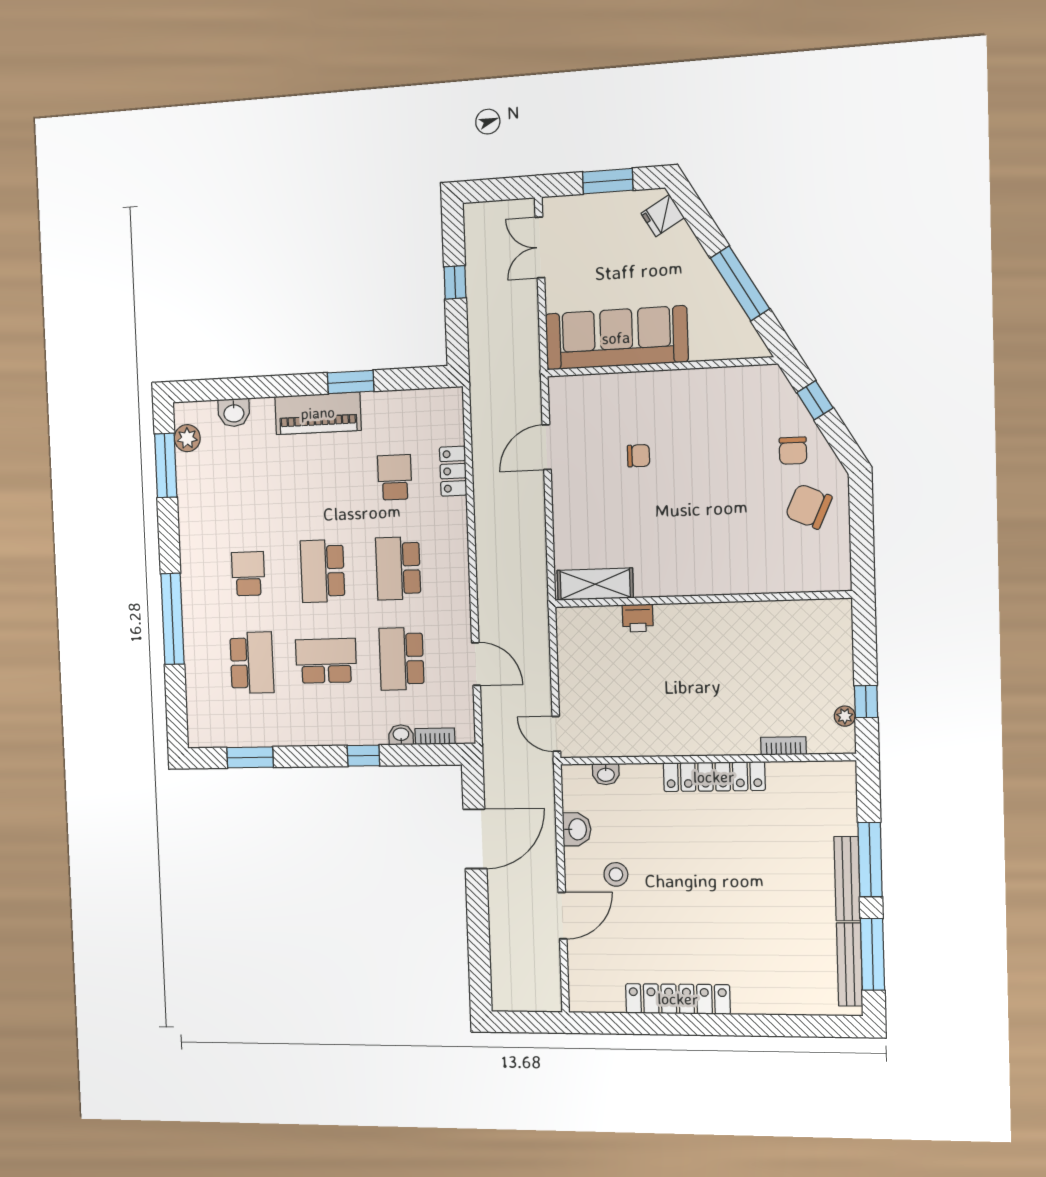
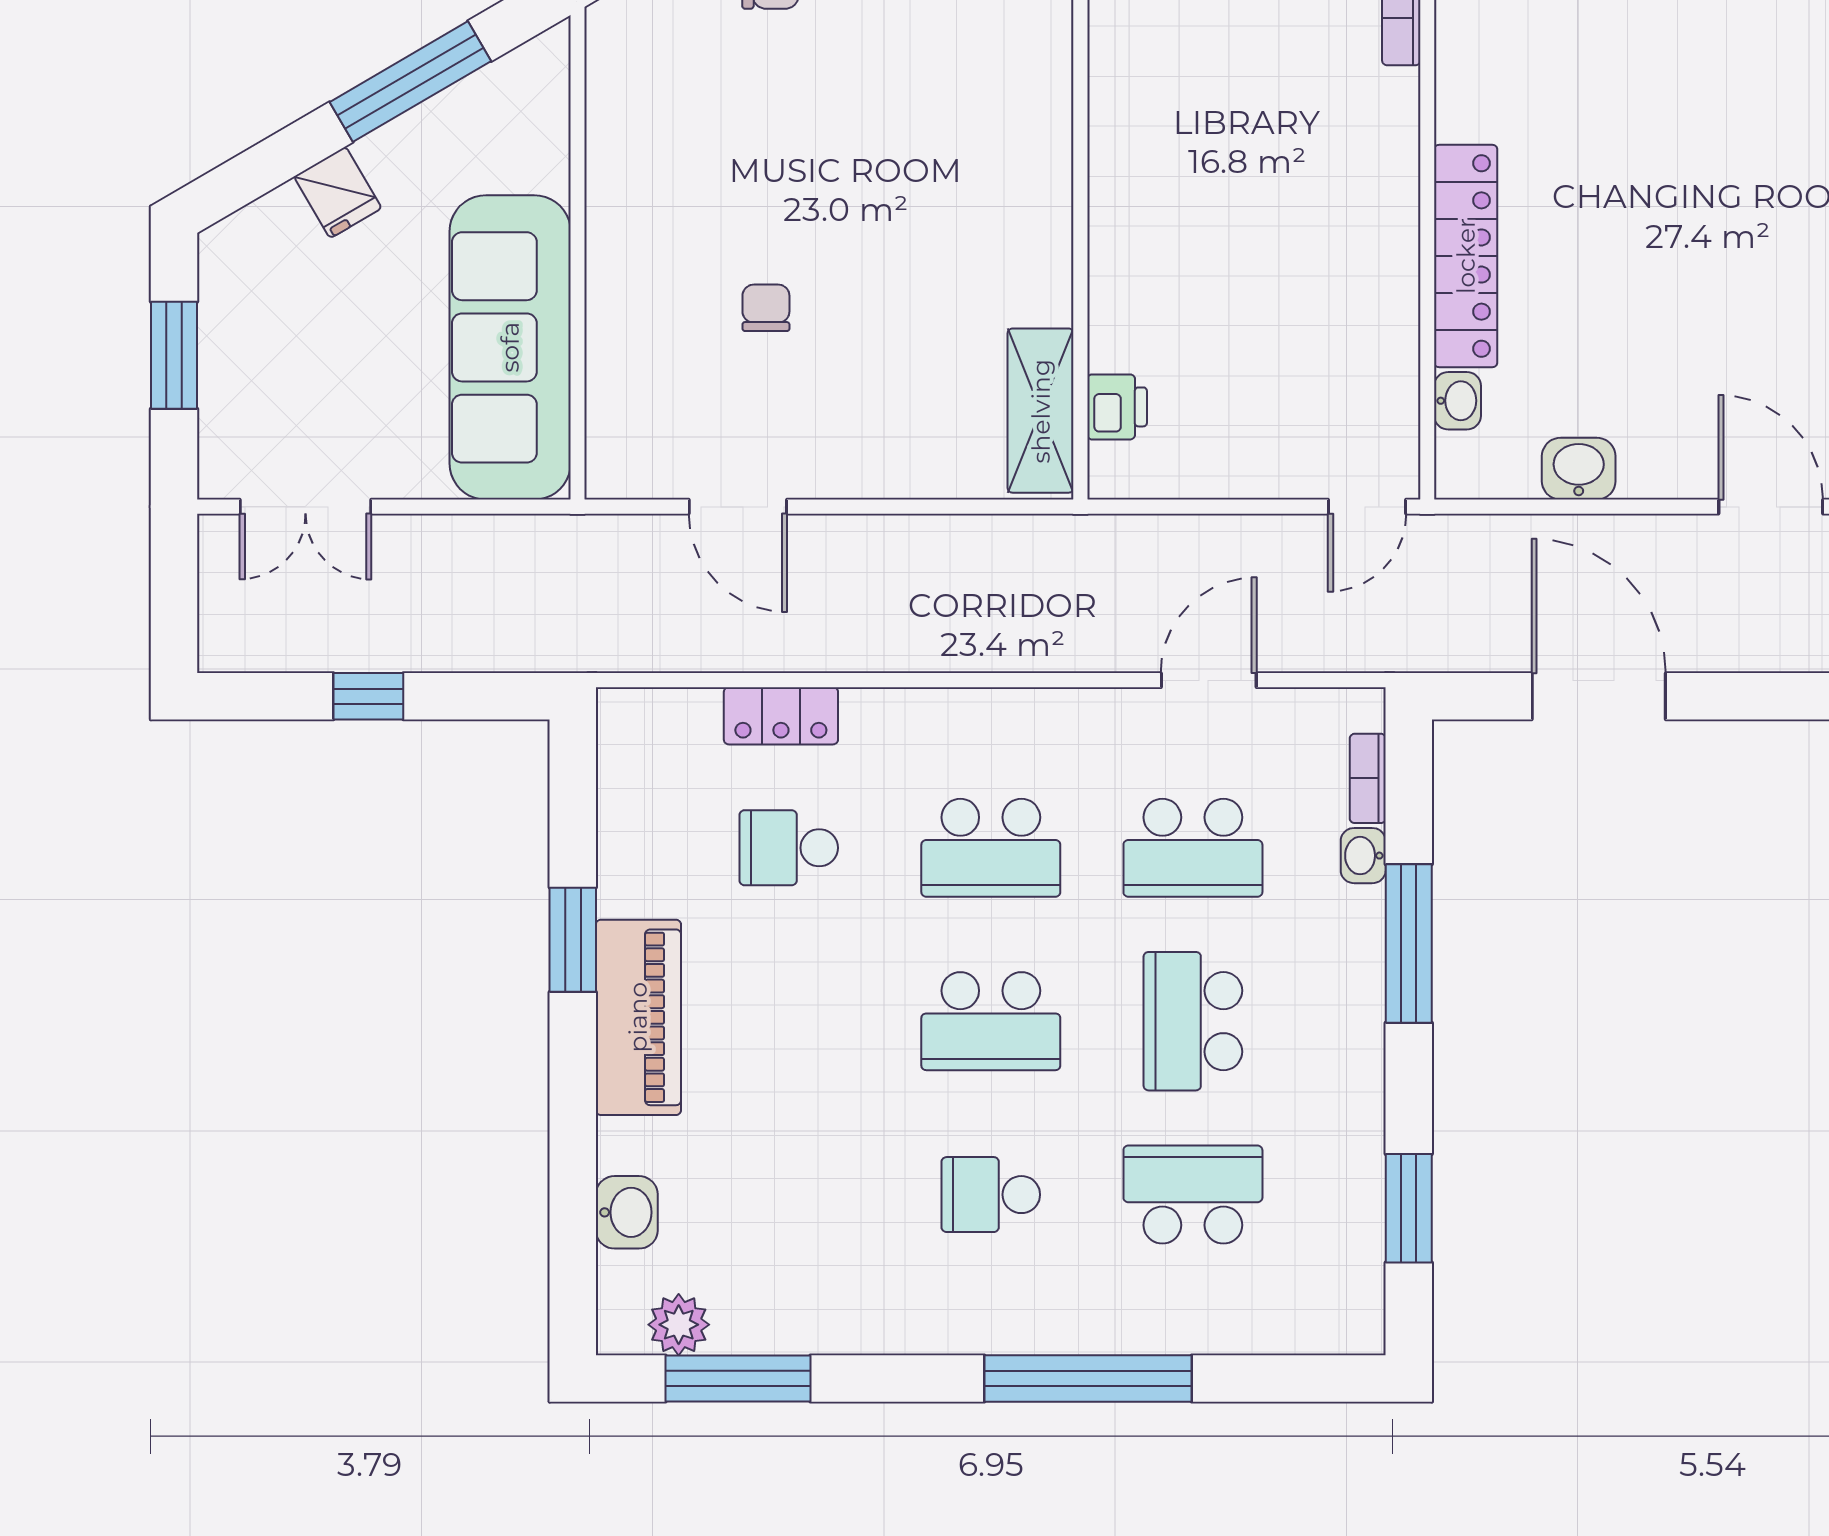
fridge: (663, 216) -> (338, 192), moved
printer: (638, 618) -> (1117, 407), moved
window: (363, 756) -> (1409, 943), width x2.17
locker: (714, 777) -> (1466, 256), moved
stool: (616, 874) -> (1679, 386), removed

